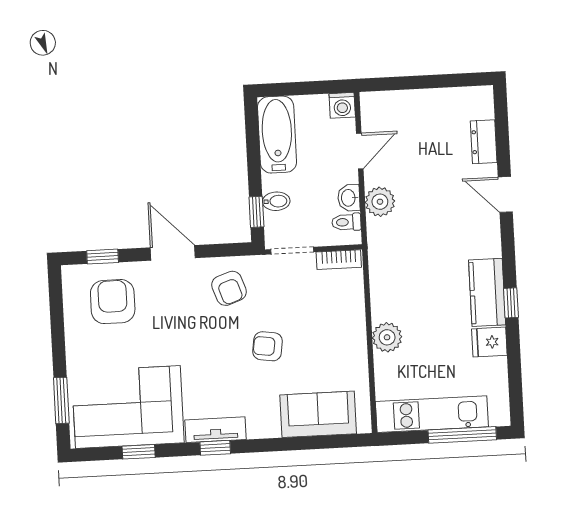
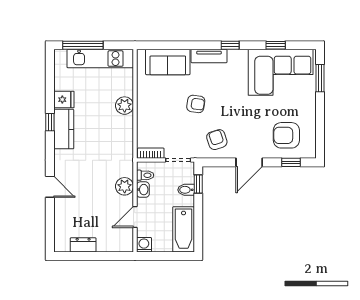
dresser: (484, 142) -> (83, 245), moved, turned -90
door: (173, 253) -> (249, 162), hinge flipped
armchair: (113, 302) -> (286, 135), turned 90
tv unit: (216, 430) -> (209, 56), moved

